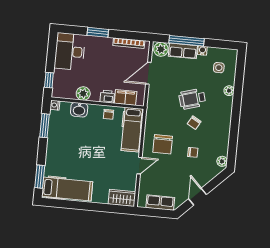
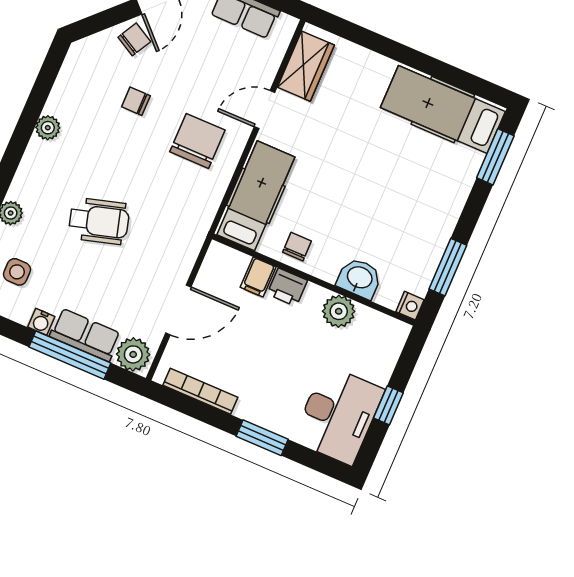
window: (49, 80) -> (388, 405), moved
filing cabinet: (126, 97) -> (258, 277), width x0.50
chair: (194, 123) -> (134, 39), moved
plant: (222, 161) -> (48, 128), moved
wardrobe: (122, 198) -> (306, 66), moved, turned -90

